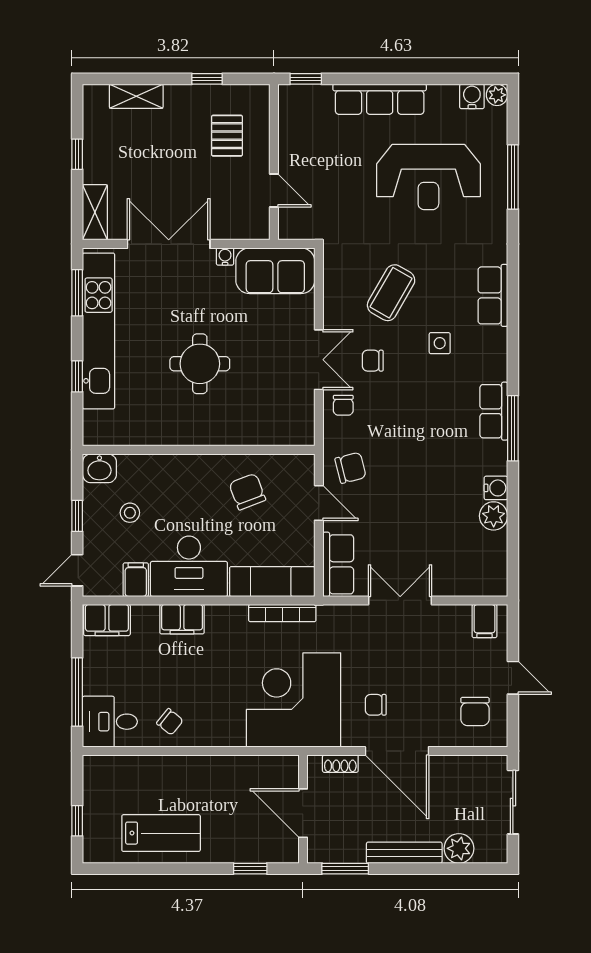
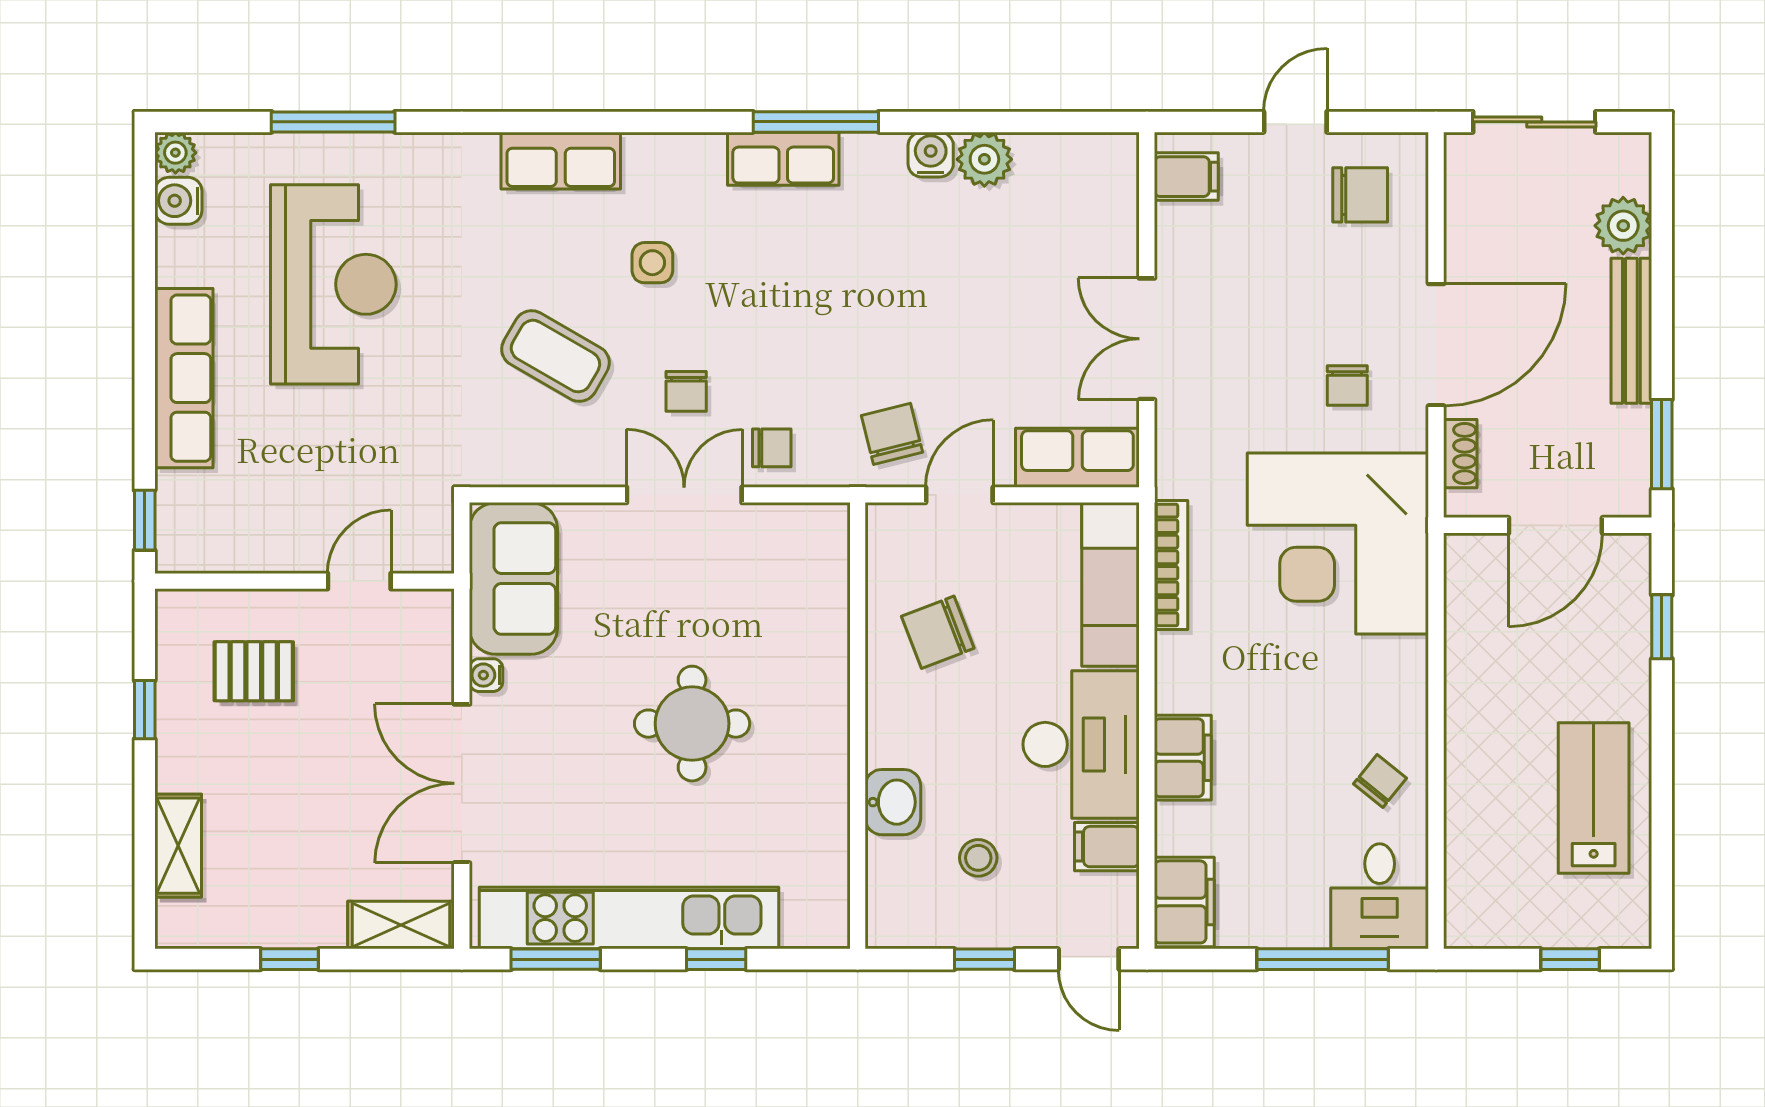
washbasin: (99, 468) -> (893, 802), moved

